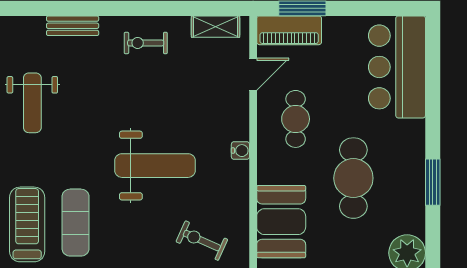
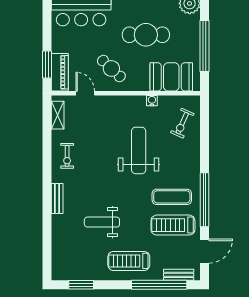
weight bench: (32, 103) -> (102, 222), turned 180
cafe table: (296, 119) -> (111, 69), turned 43
water cooler: (240, 151) -> (152, 101), moved

